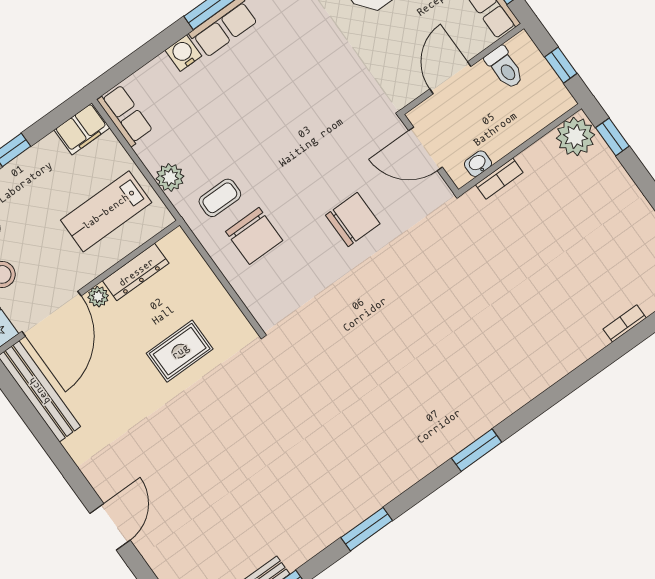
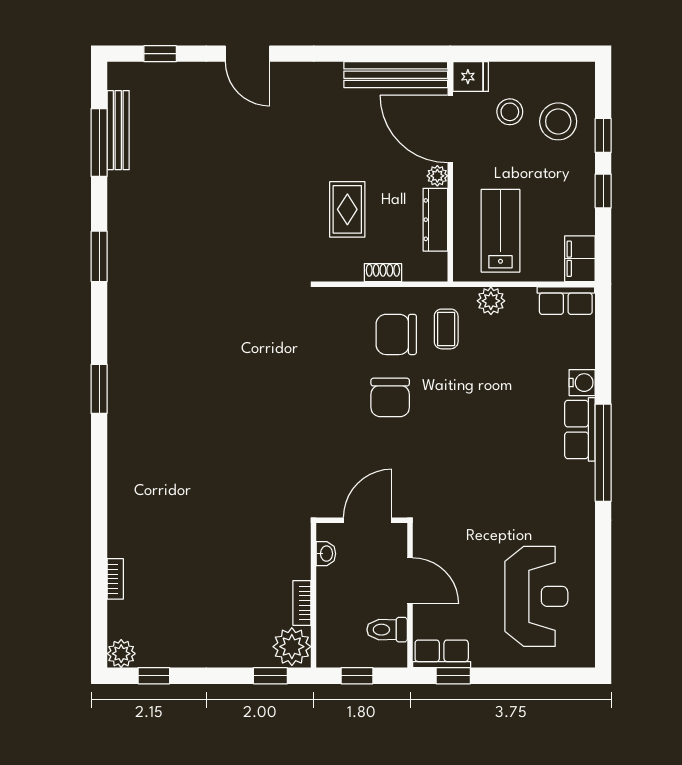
bookcase: (499, 179) -> (302, 603), moved
chair: (353, 219) -> (390, 397), moved
shoe rack: (211, 284) -> (383, 273), added

